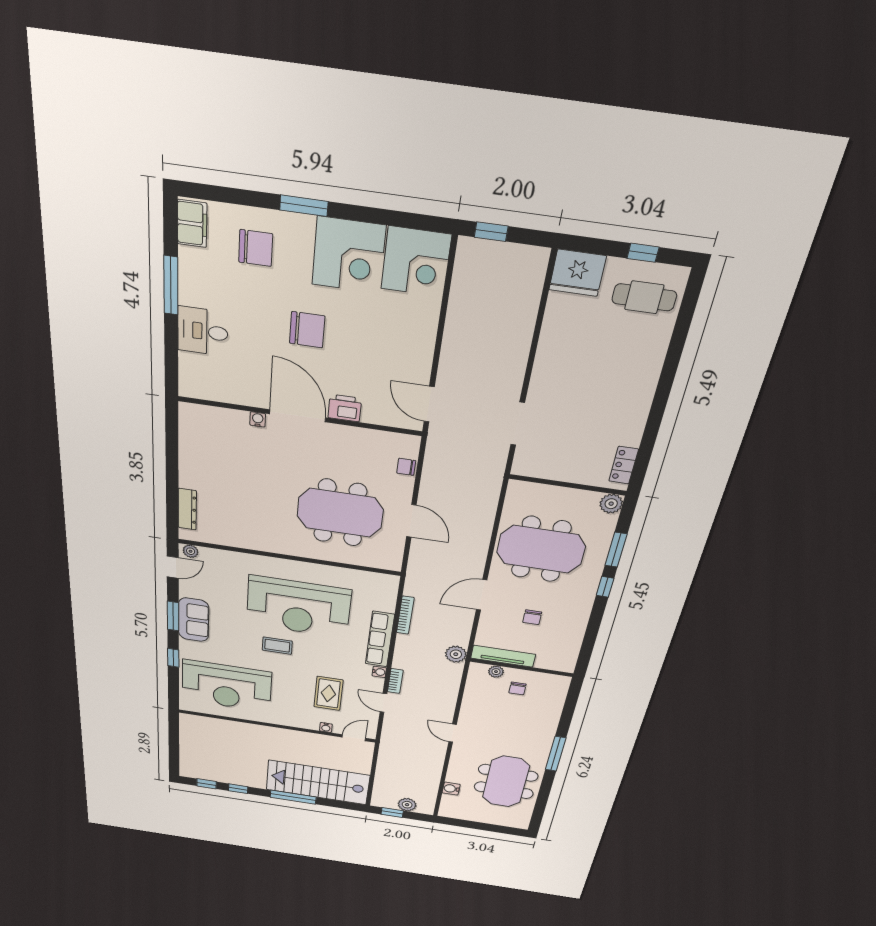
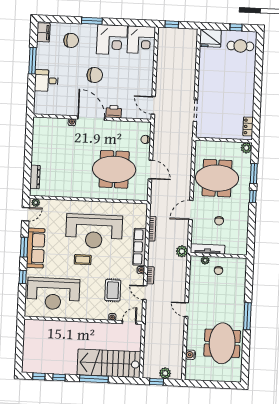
sofa: (194, 620) -> (36, 248), width x1.36

